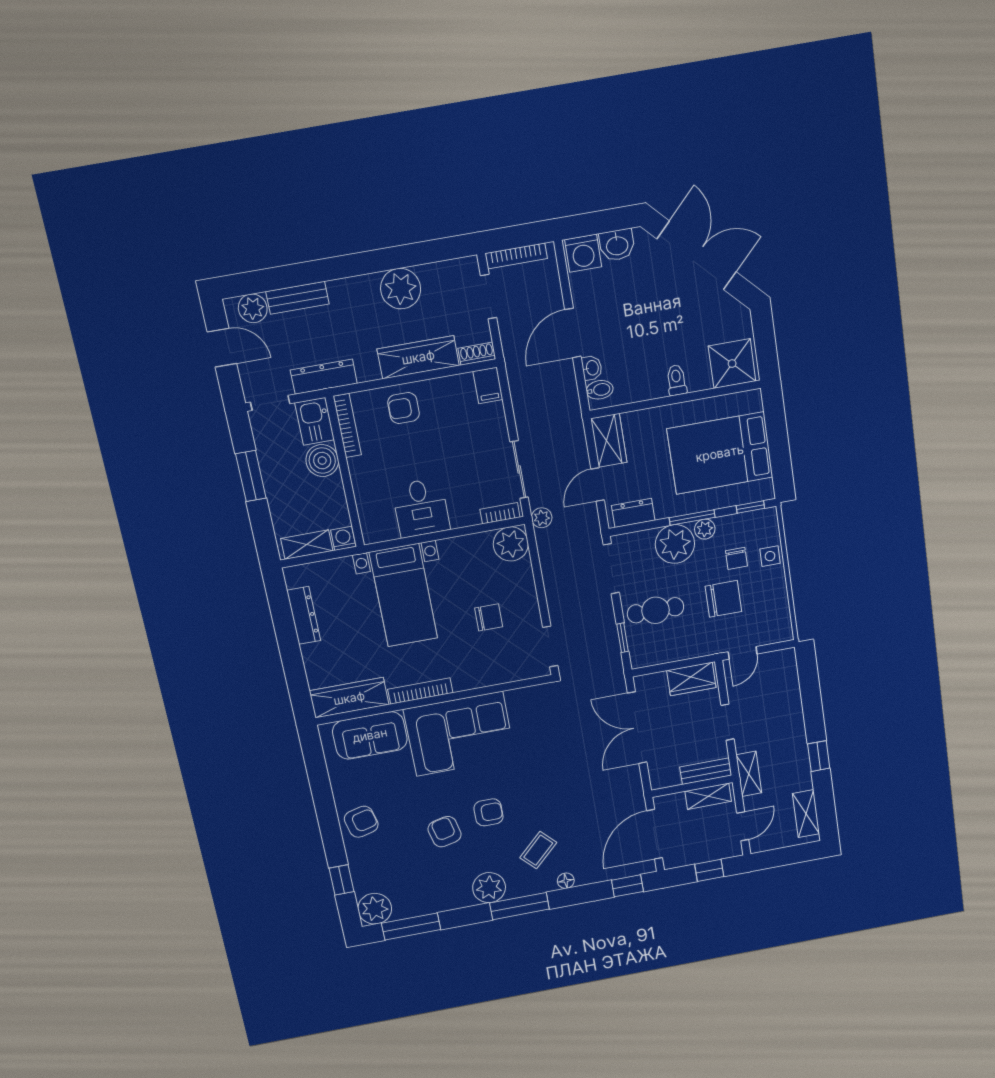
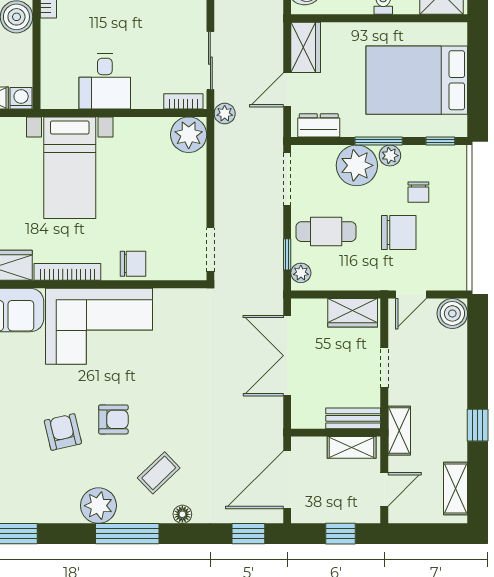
side table: (770, 556) -> (454, 196), removed
chair: (489, 617) -> (133, 264), moved
plant: (638, 652) -> (301, 273), added
boiler: (783, 663) -> (452, 313), added

